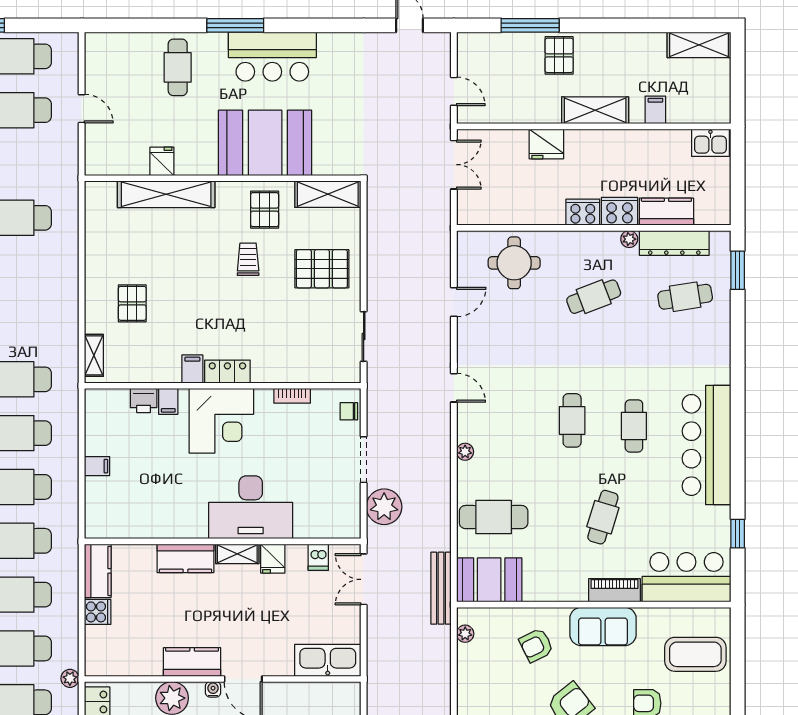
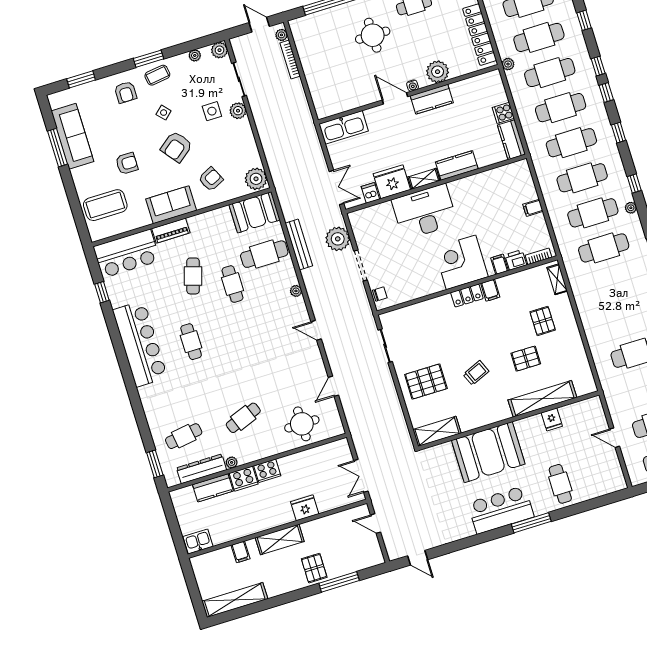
shelving: (699, 45) -> (235, 600), width x1.47
pallet: (265, 210) -> (526, 359), moved, turned 90
trolley: (248, 259) -> (476, 373), turned -113
bookcase: (292, 396) -> (538, 256), moved
cafe table: (572, 420) -> (232, 284), moved
fridge: (273, 559) -> (392, 182), width x1.88, depth x1.34
bench: (441, 588) -> (299, 245), moved
plant: (465, 634) -> (256, 179), width x1.87, depth x1.87

